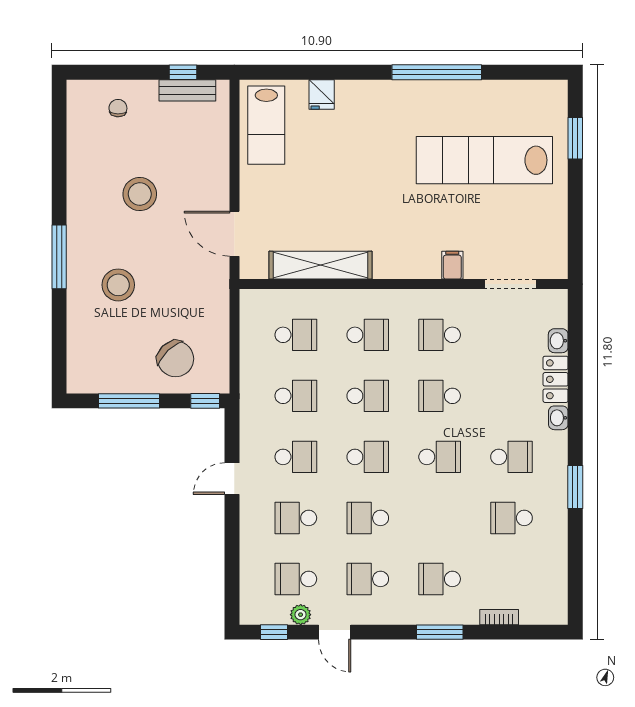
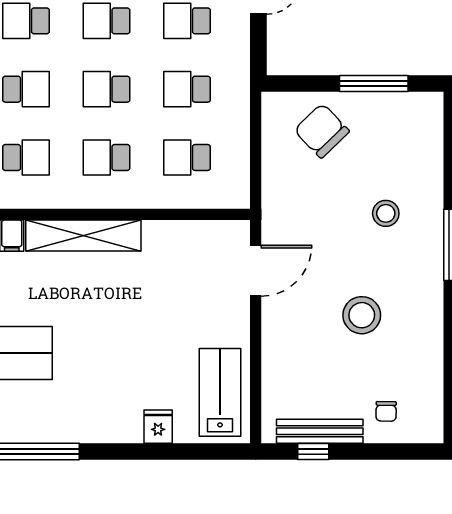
bench: (187, 90) -> (320, 431), width x1.36
door: (234, 234) -> (256, 271), hinge flipped
shelving: (321, 265) -> (83, 236), moved
stool: (118, 285) -> (386, 213), width x0.73, depth x0.73
window: (205, 401) -> (289, 84), removed

